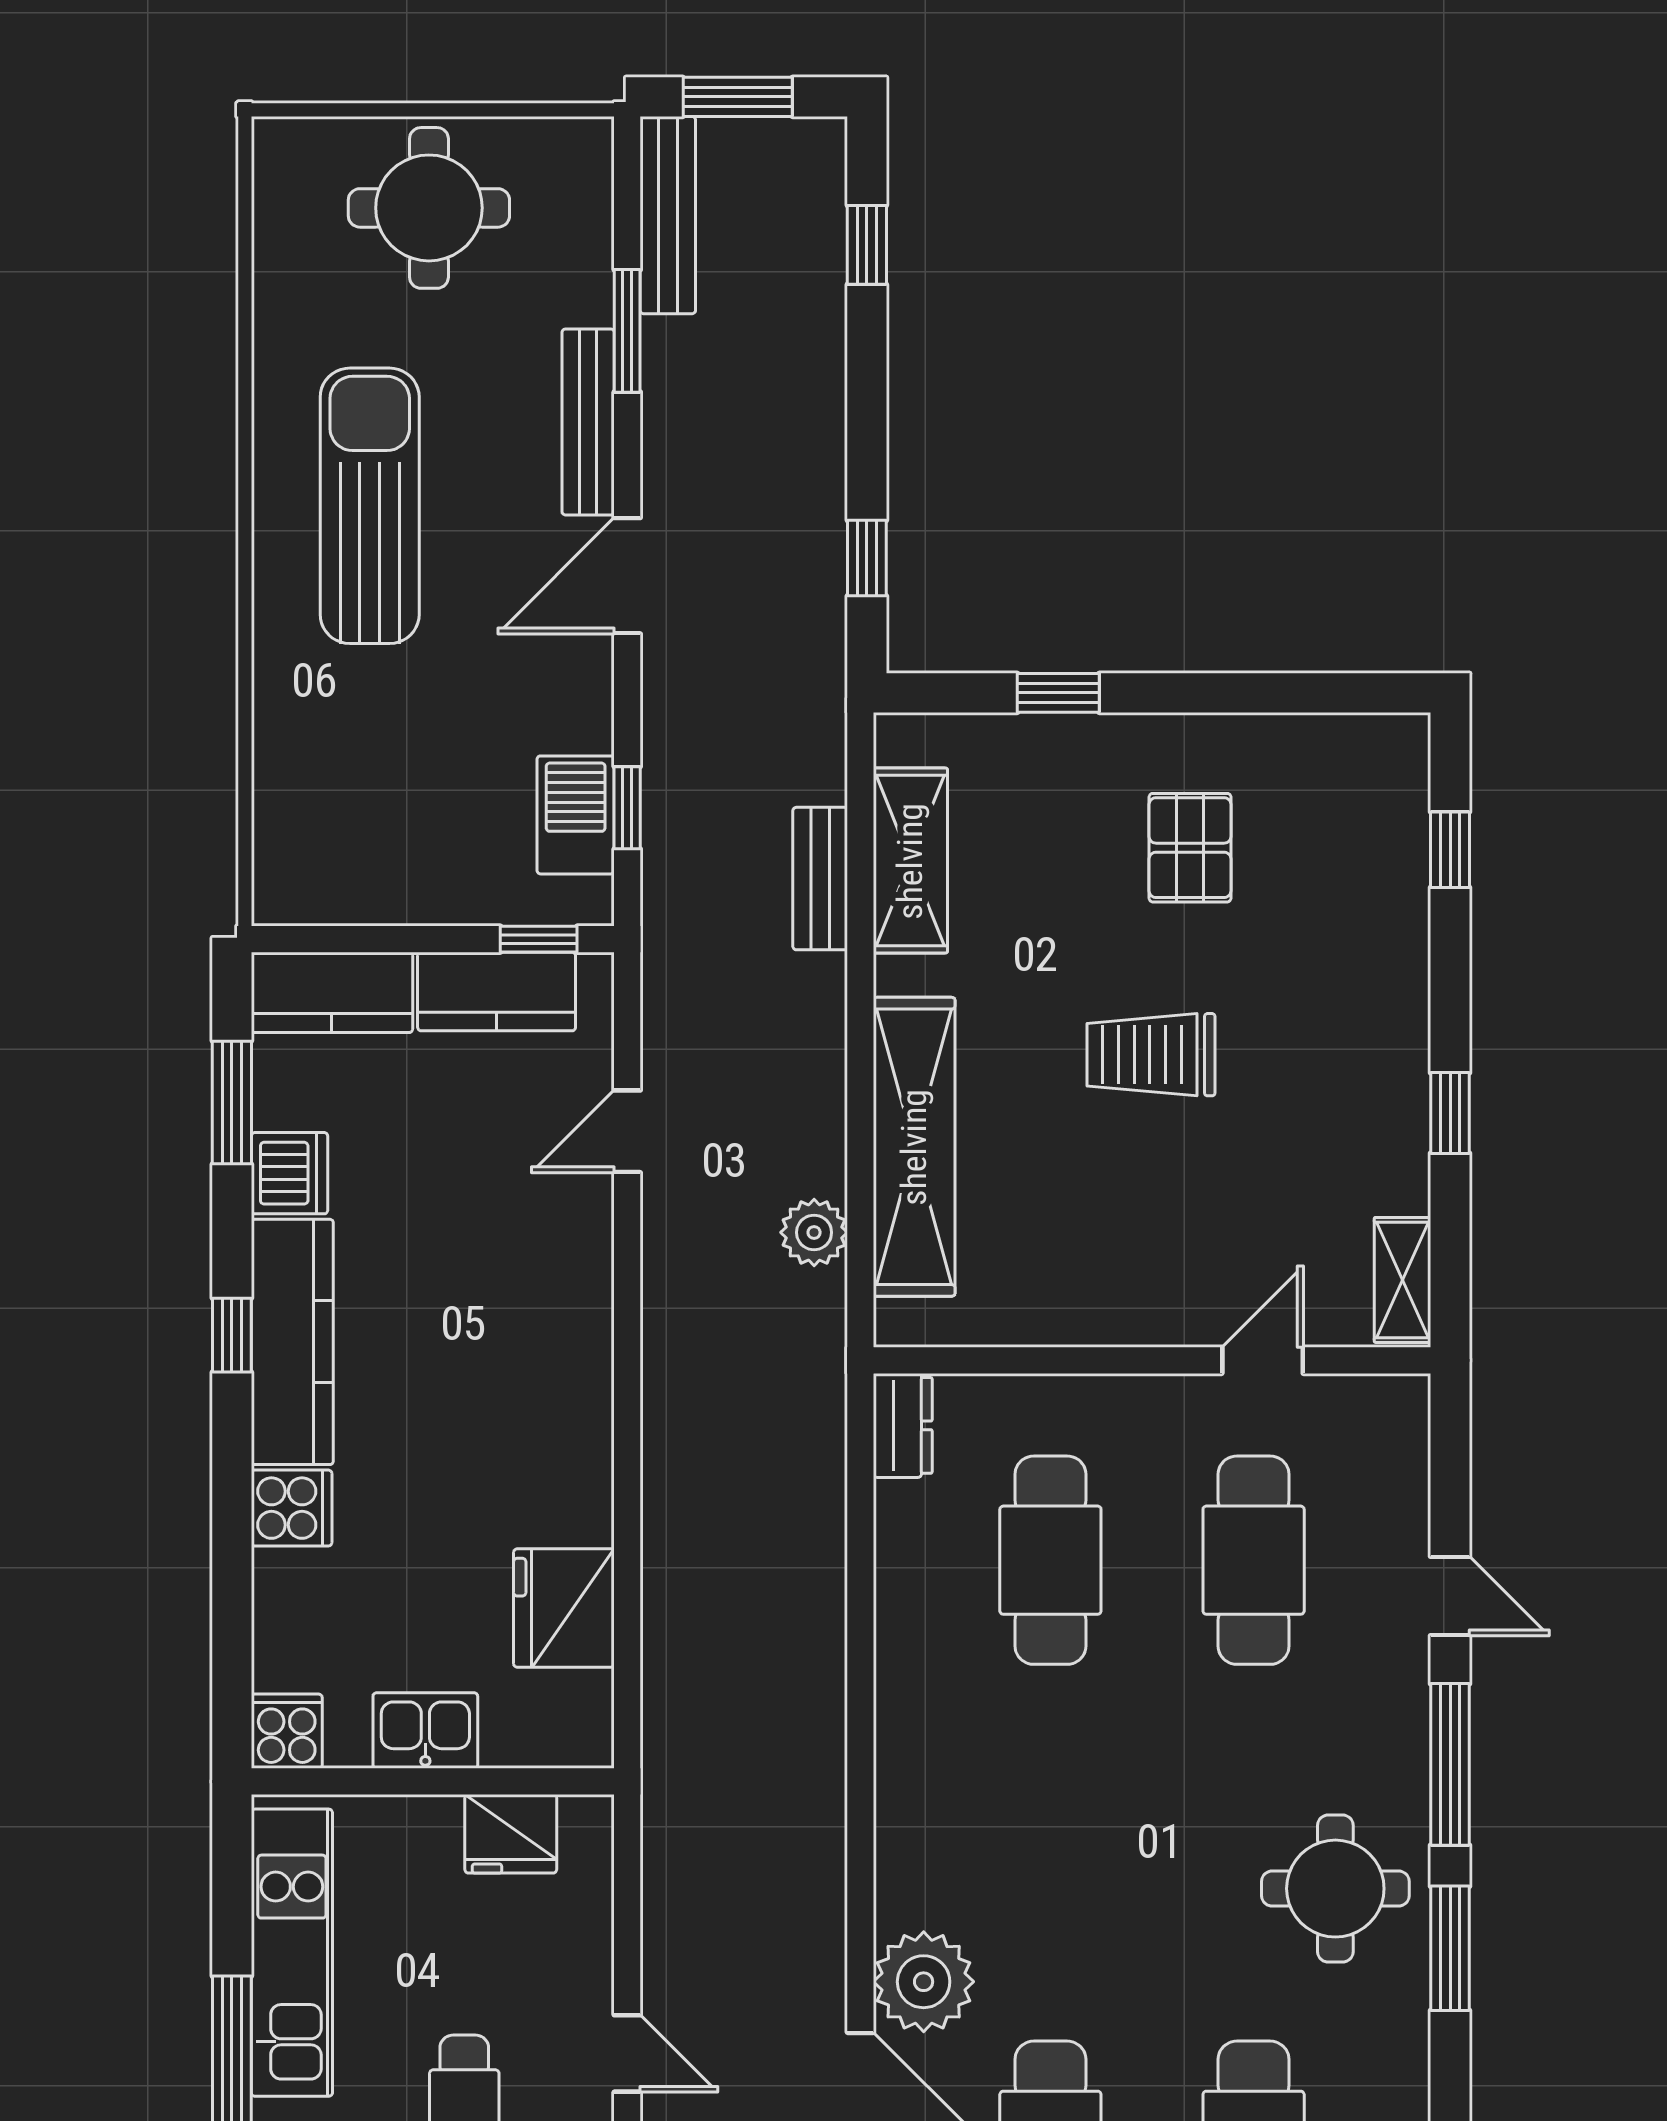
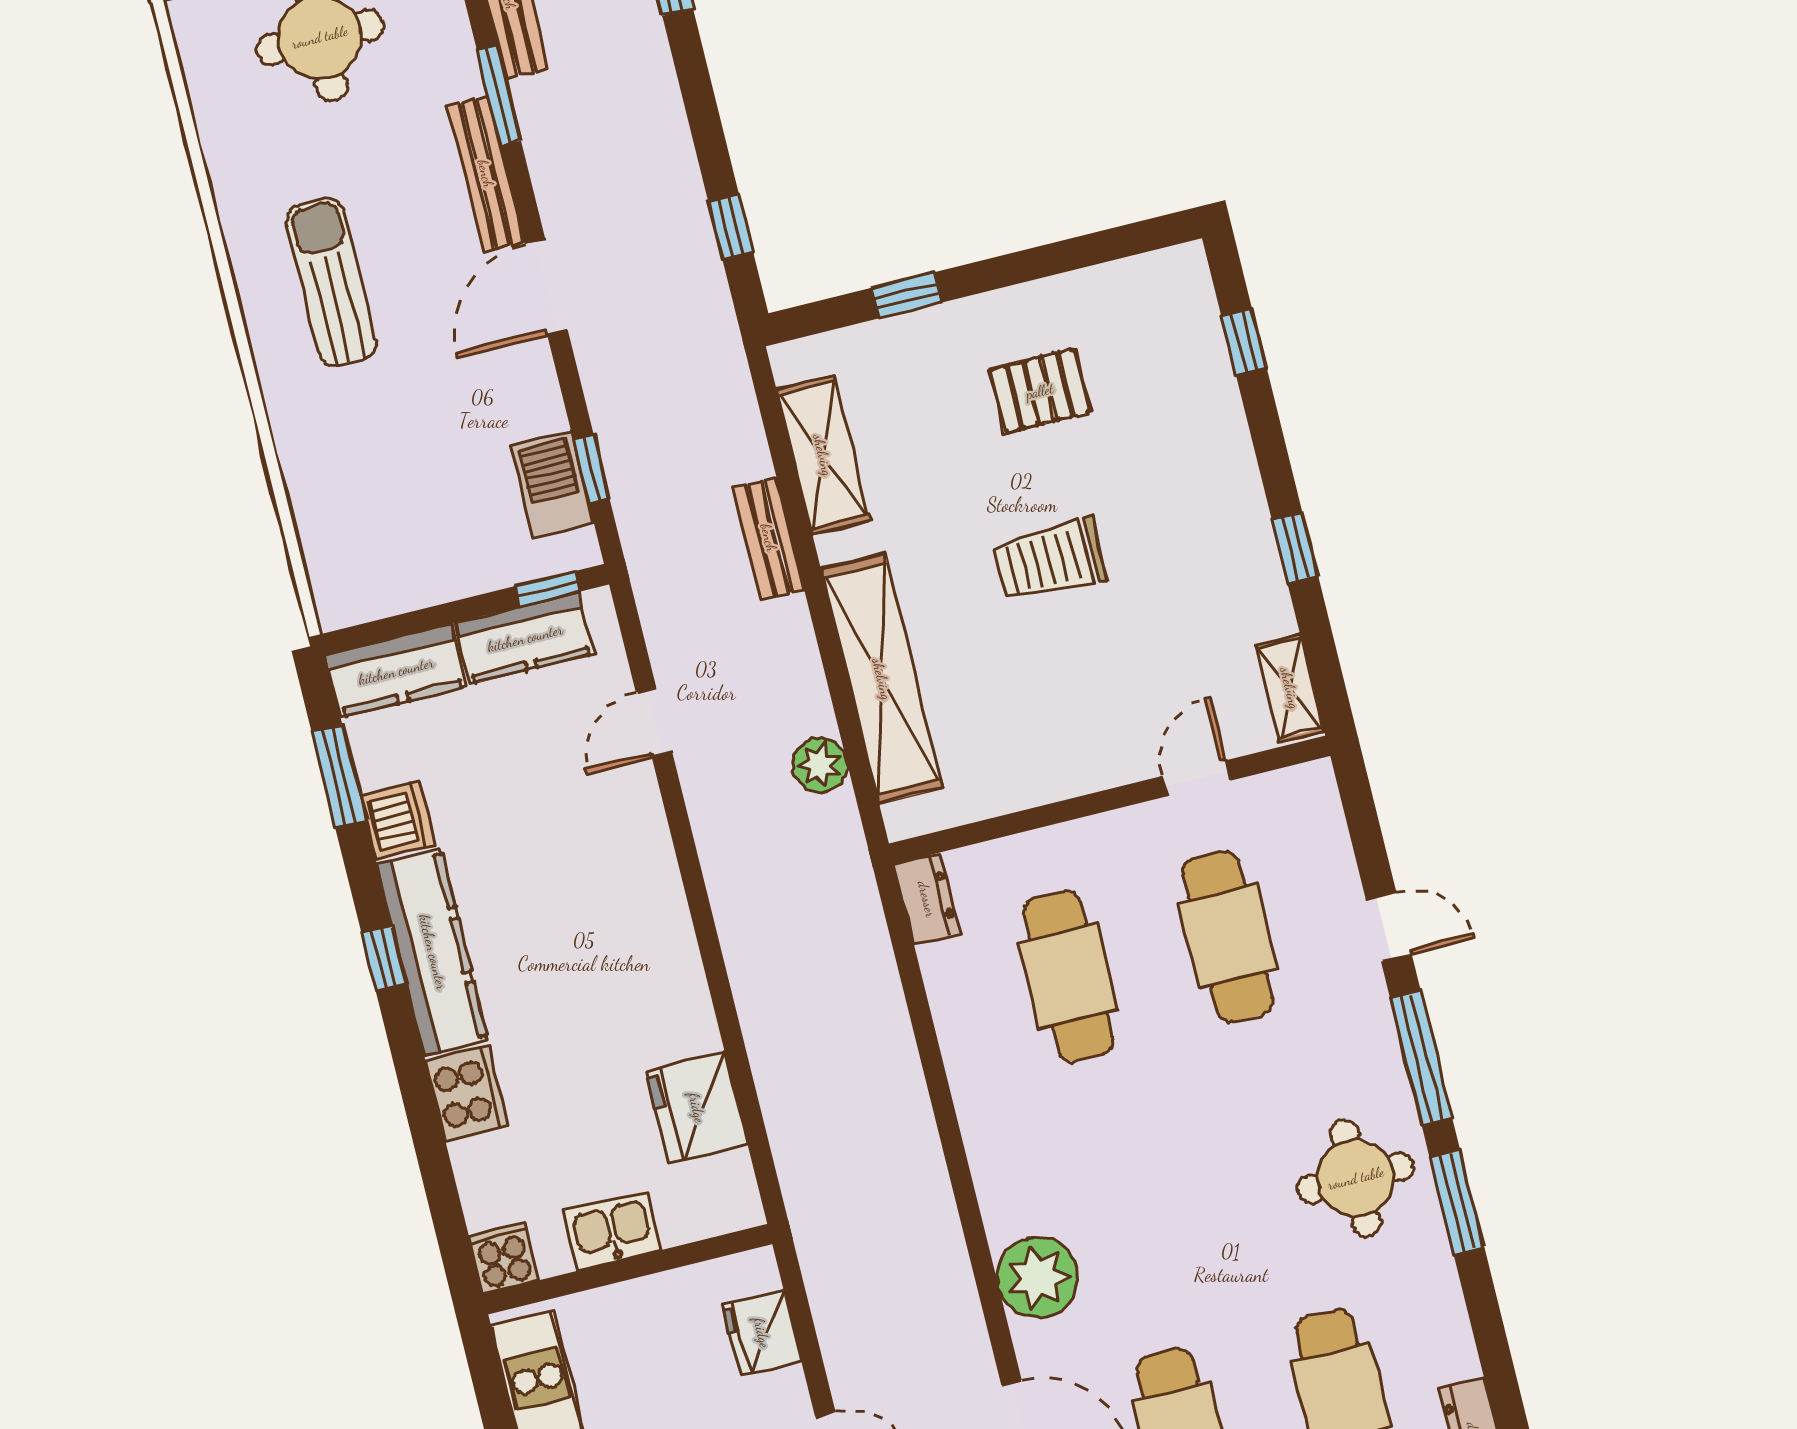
sun lounger: (370, 506) -> (331, 282), width x0.73, depth x0.75
pallet: (1190, 848) -> (1040, 391), turned 90
bench: (820, 879) -> (769, 538), moved
cooker: (292, 1508) -> (467, 1093), width x1.36
fridge: (511, 1834) -> (762, 1333), moved, turned 90
plant: (924, 1982) -> (1038, 1277), moved

